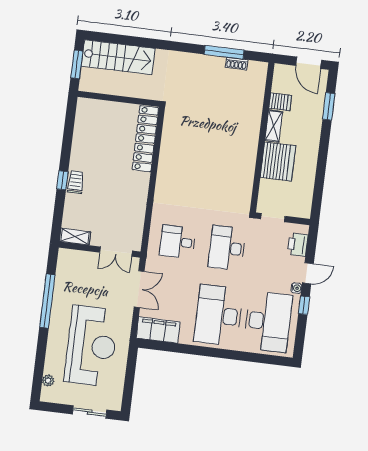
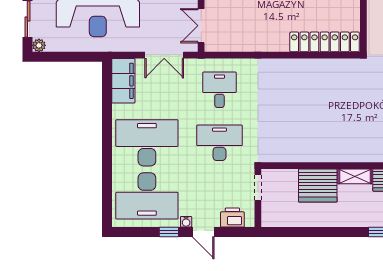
plant: (115, 404) -> (39, 45), added

